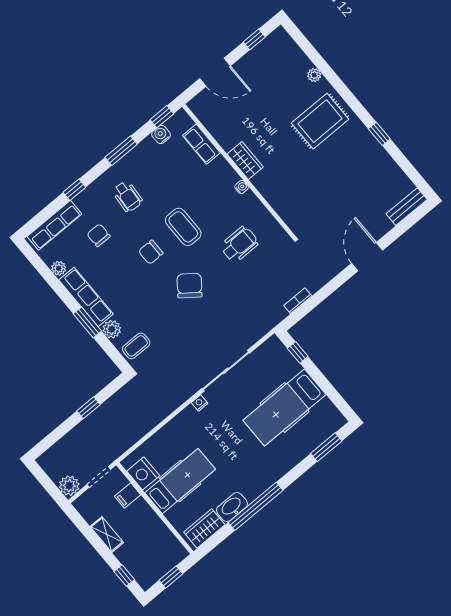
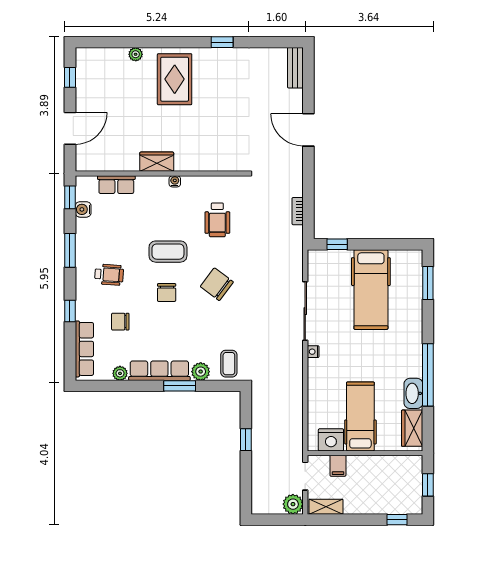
wheelchair: (239, 244) -> (217, 220), turned 180
shelving: (107, 535) -> (326, 507), moved

